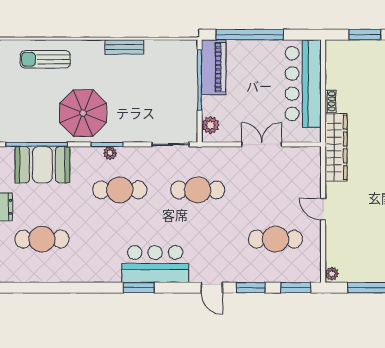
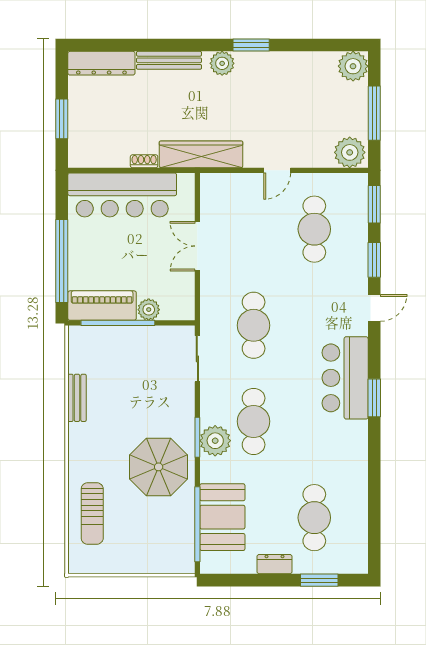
bench: (124, 47) -> (77, 398), moved
plant: (210, 125) -> (149, 310), moved
plant: (110, 153) -> (215, 441), width x1.87, depth x1.87
plant: (332, 274) -> (350, 152), width x1.88, depth x1.88

